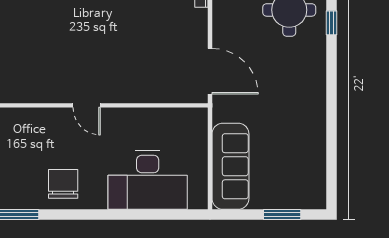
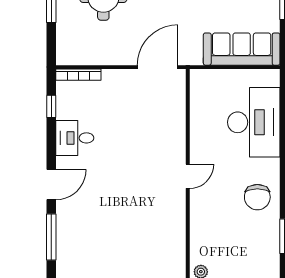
chair: (63, 184) -> (257, 197), turned -90

